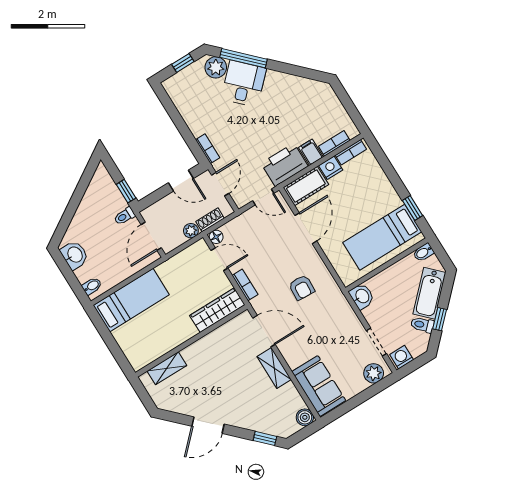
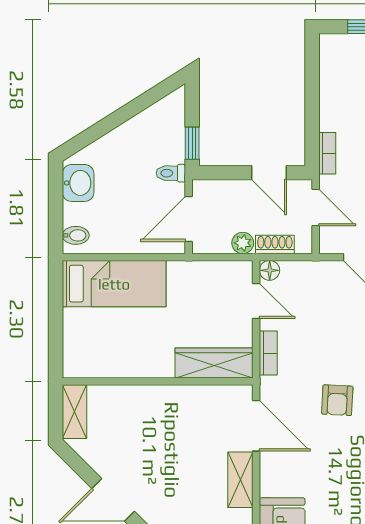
door: (220, 184) -> (316, 208), hinge flipped
shelving: (167, 368) -> (74, 412), moved, turned 90

